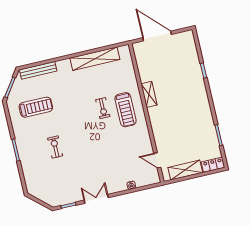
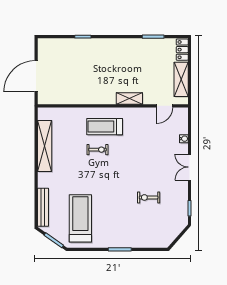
shelving: (149, 94) -> (129, 99), moved
treadmill: (36, 107) -> (80, 218), width x1.37, depth x1.38
treadmill: (126, 110) -> (105, 127), turned 180
exercise bike: (55, 147) -> (149, 197), moved
double door: (96, 199) -> (189, 167), moved

